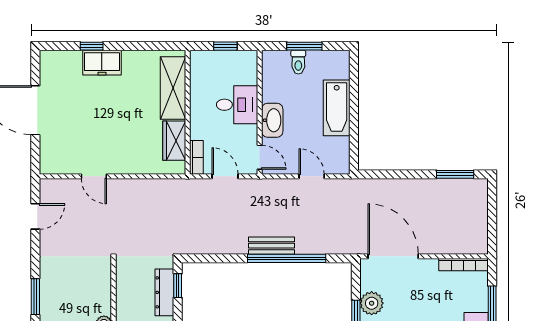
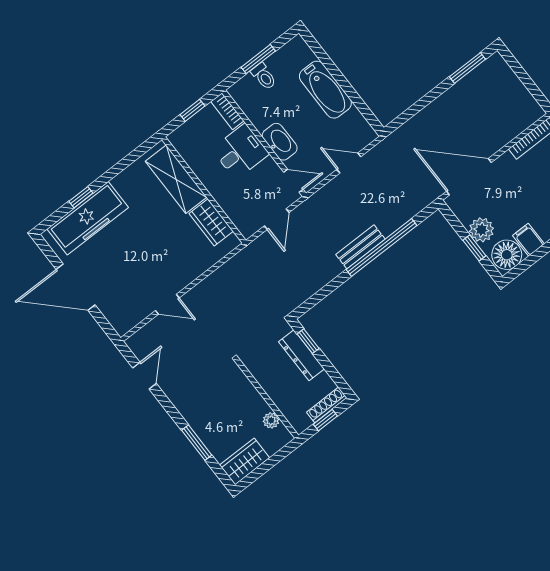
freezer: (102, 63) -> (88, 218), width x1.91, depth x1.26
bookcase: (196, 157) -> (227, 111), moved, turned 180
door: (225, 176) -> (277, 219), swing flipped

